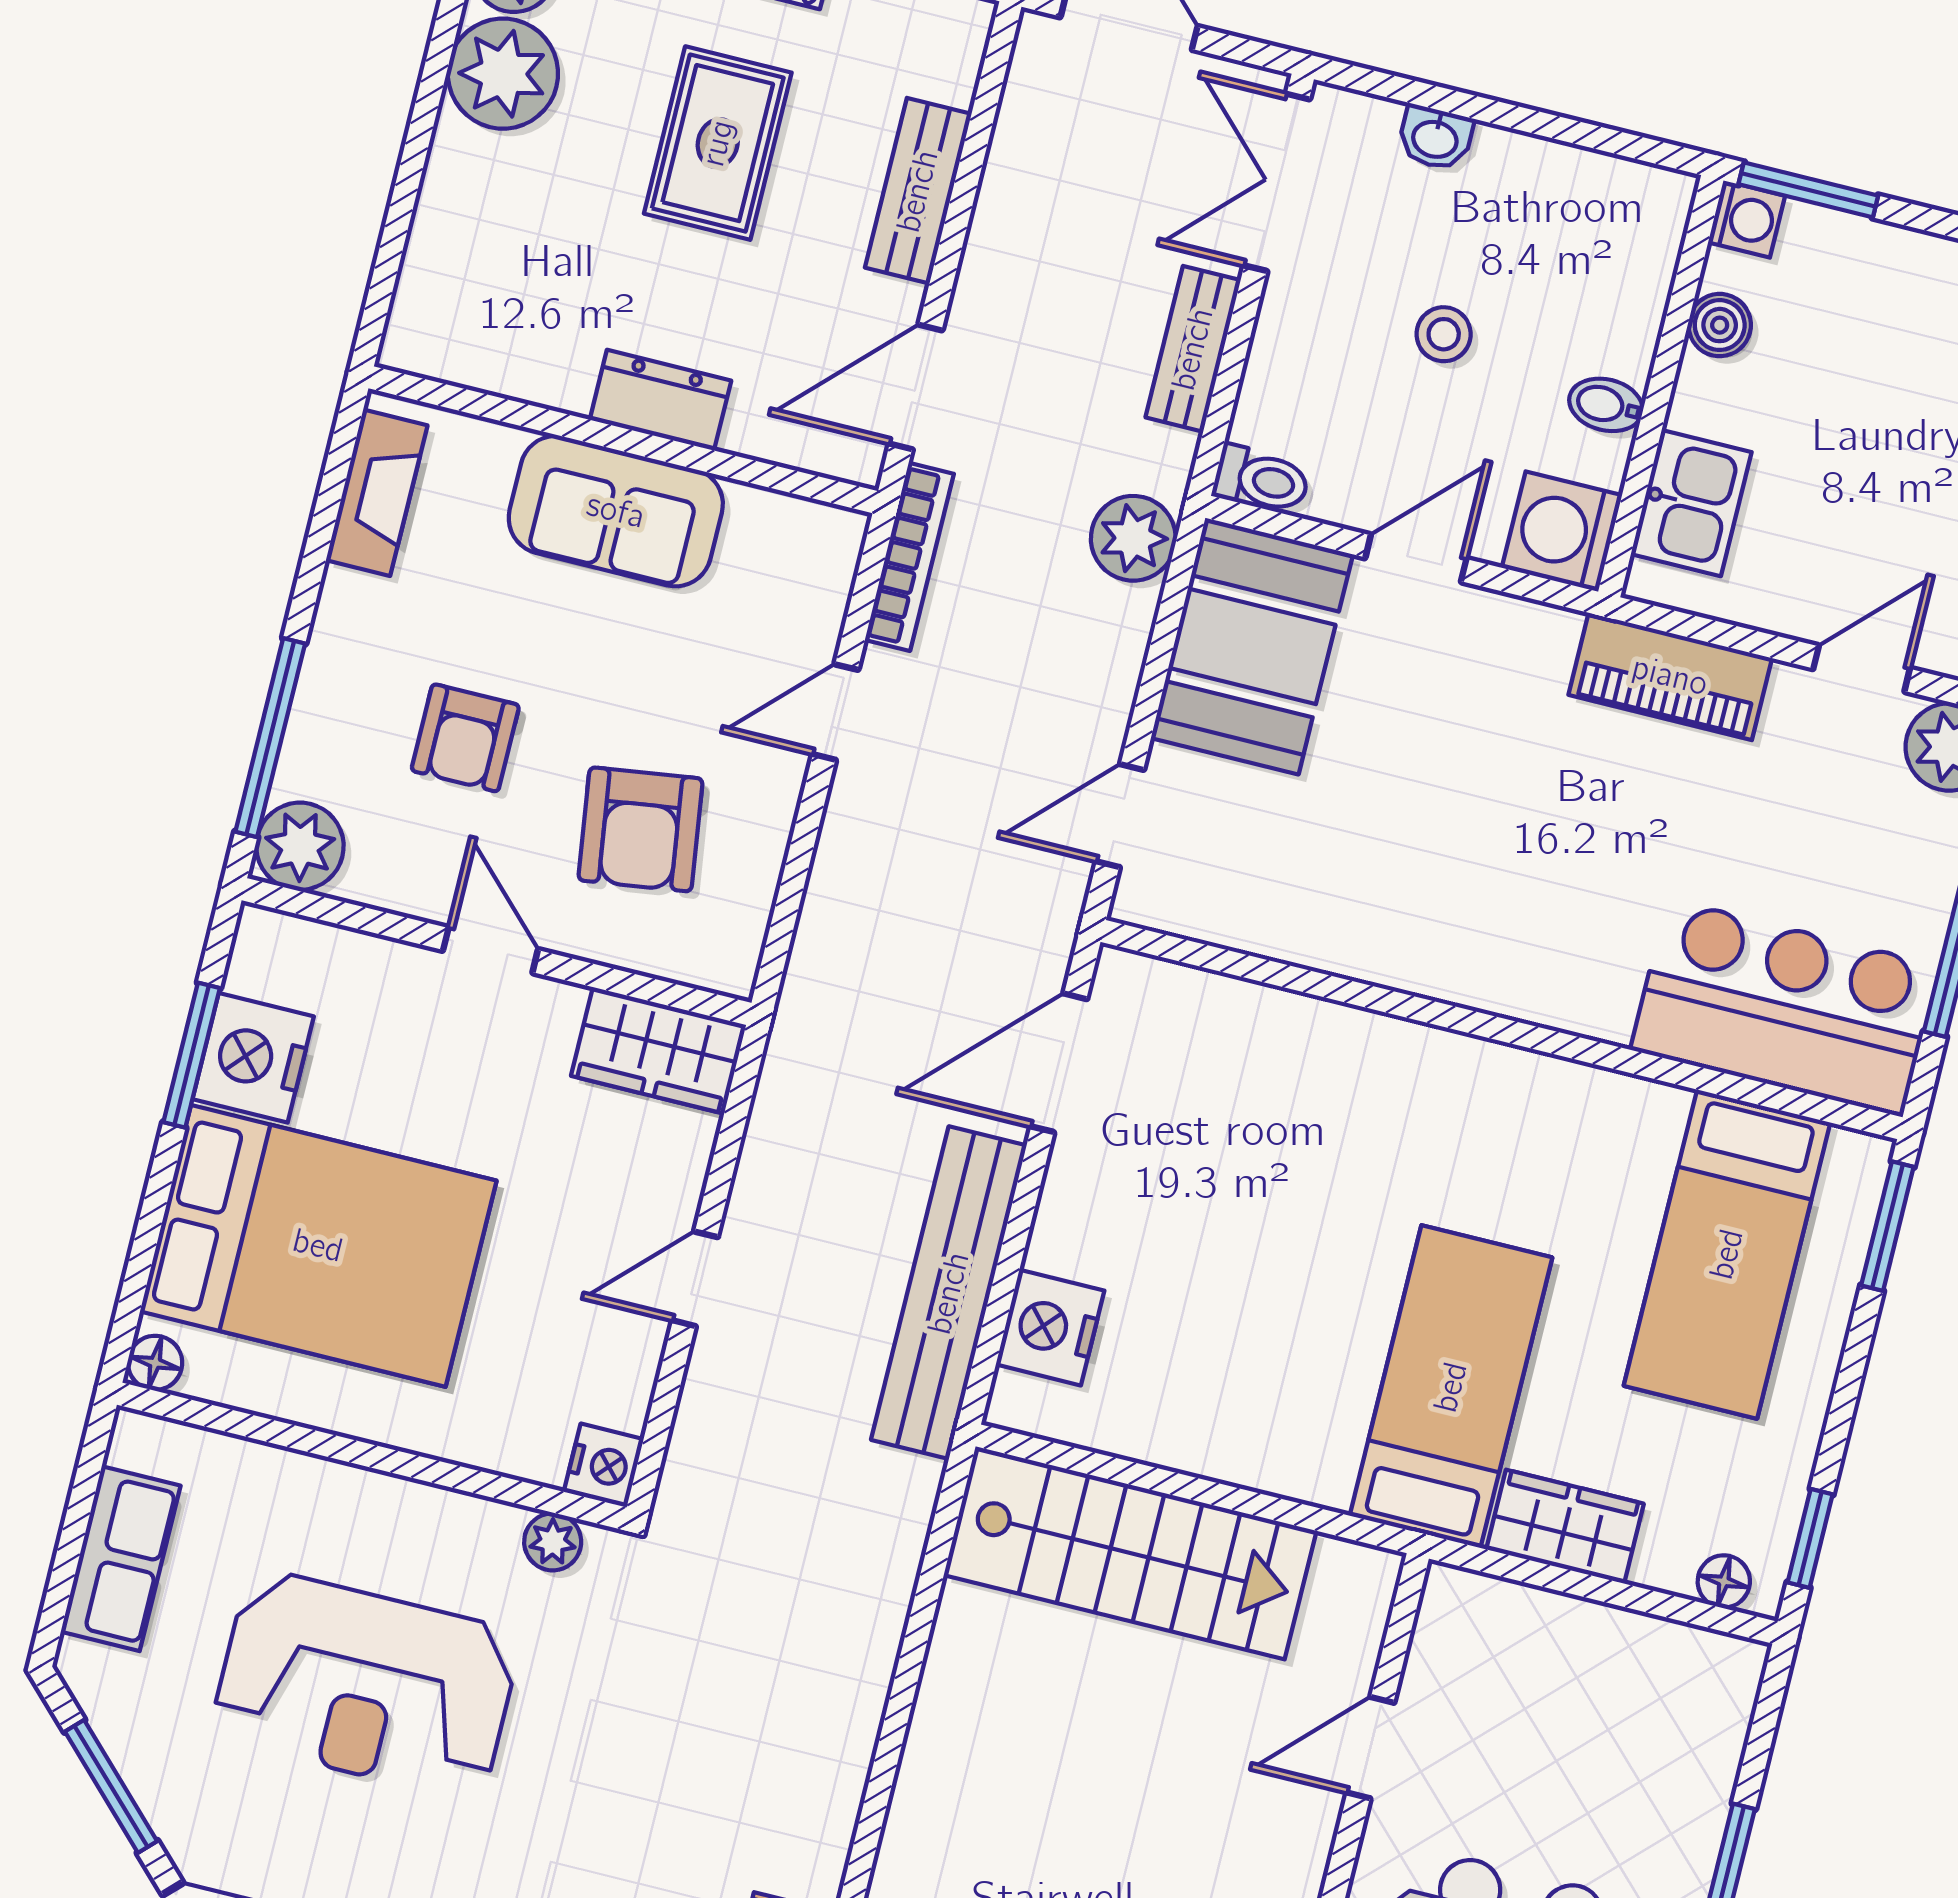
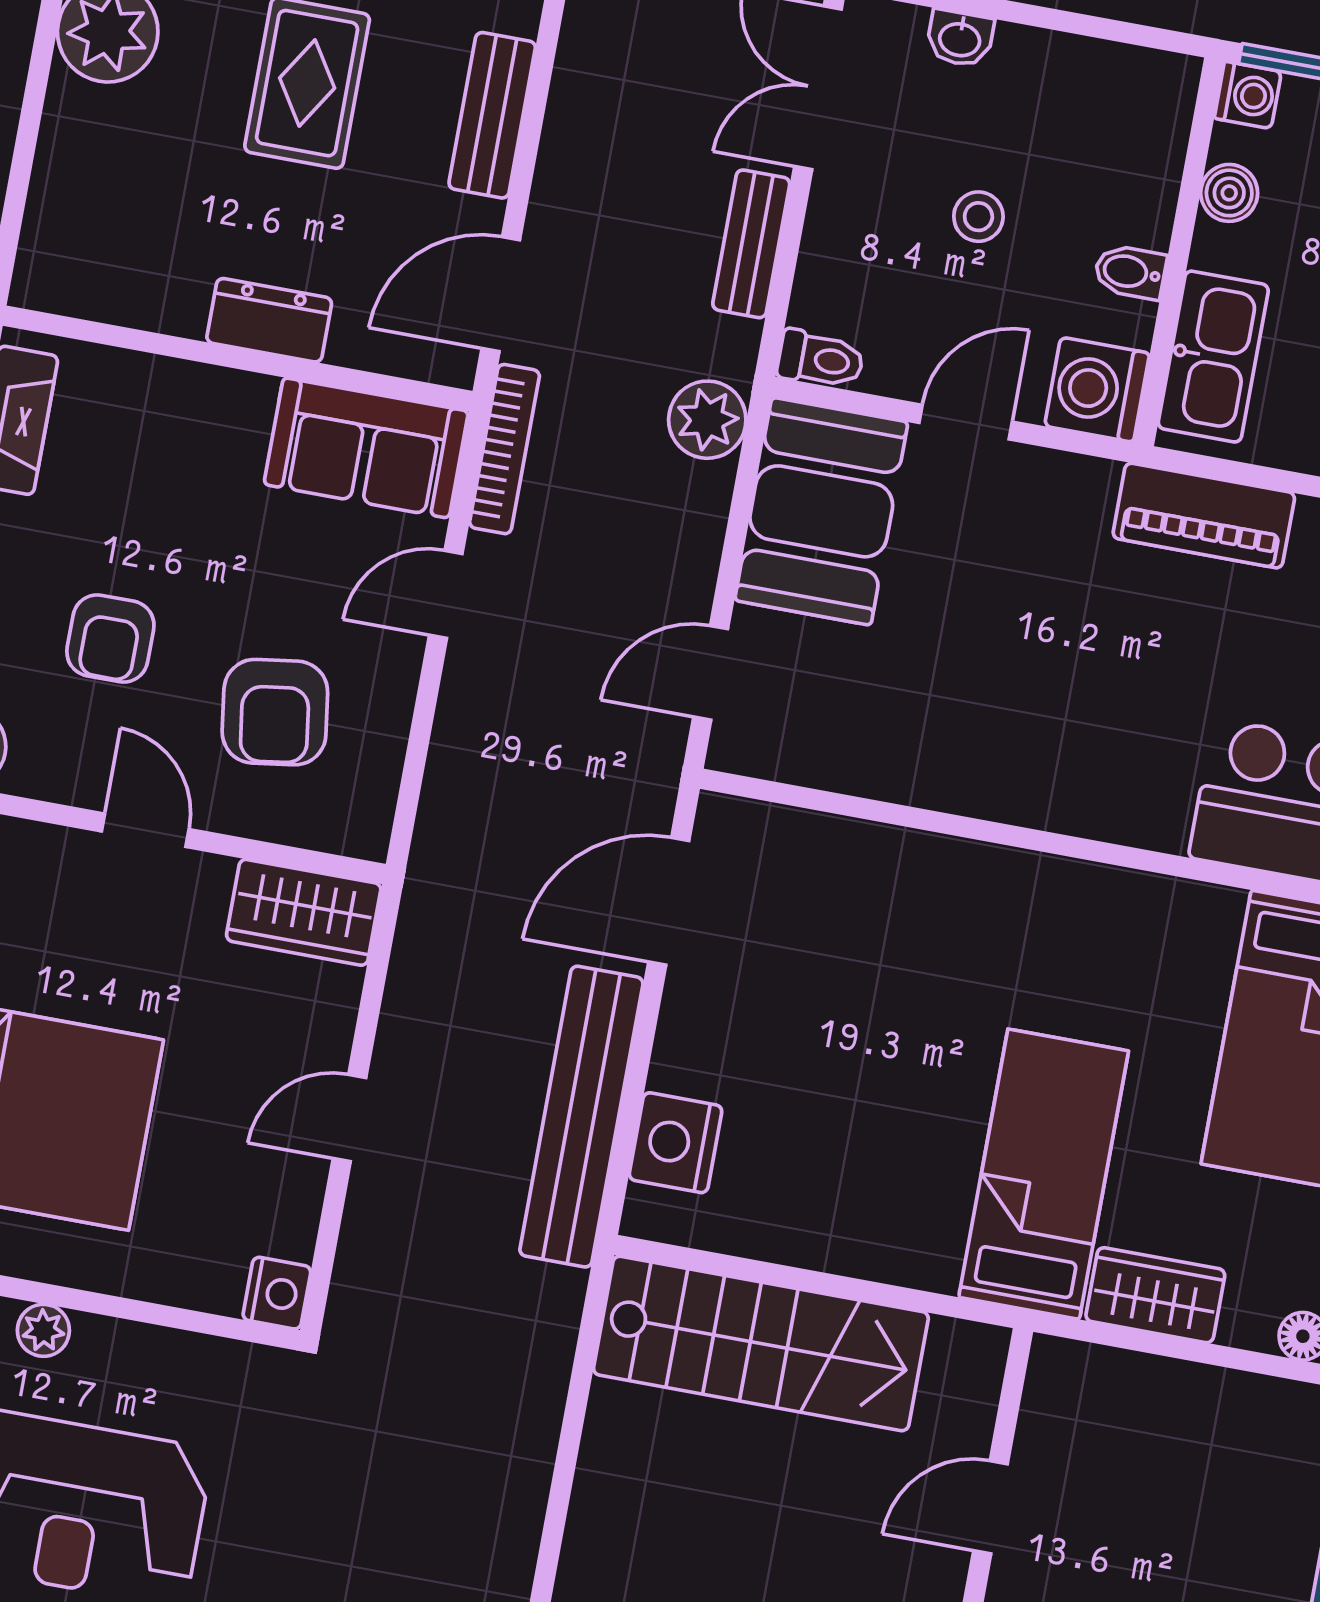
kitchen sink: (1691, 503) -> (1213, 357), width x1.38
sofa: (616, 511) -> (366, 448), moved
plant: (553, 1542) -> (43, 1330), moved

